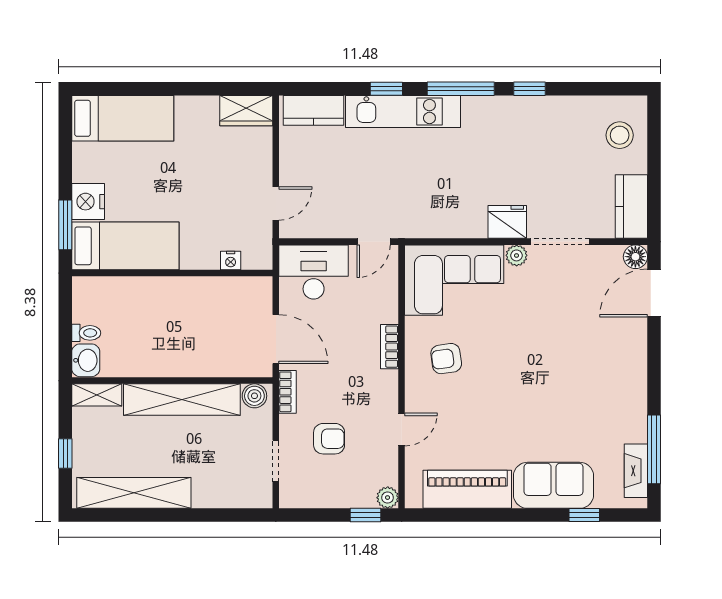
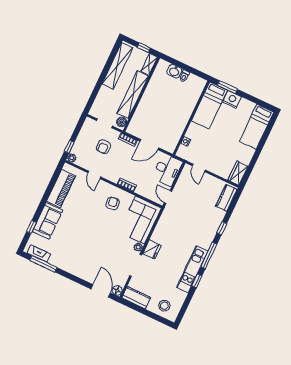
kitchen unit: (403, 112) -> (192, 269), moved
wall: (172, 381) -> (141, 94), moved
shelving: (97, 395) -> (149, 64), moved
boiler: (254, 396) -> (122, 122), moved
shelving: (182, 400) -> (133, 95), moved

